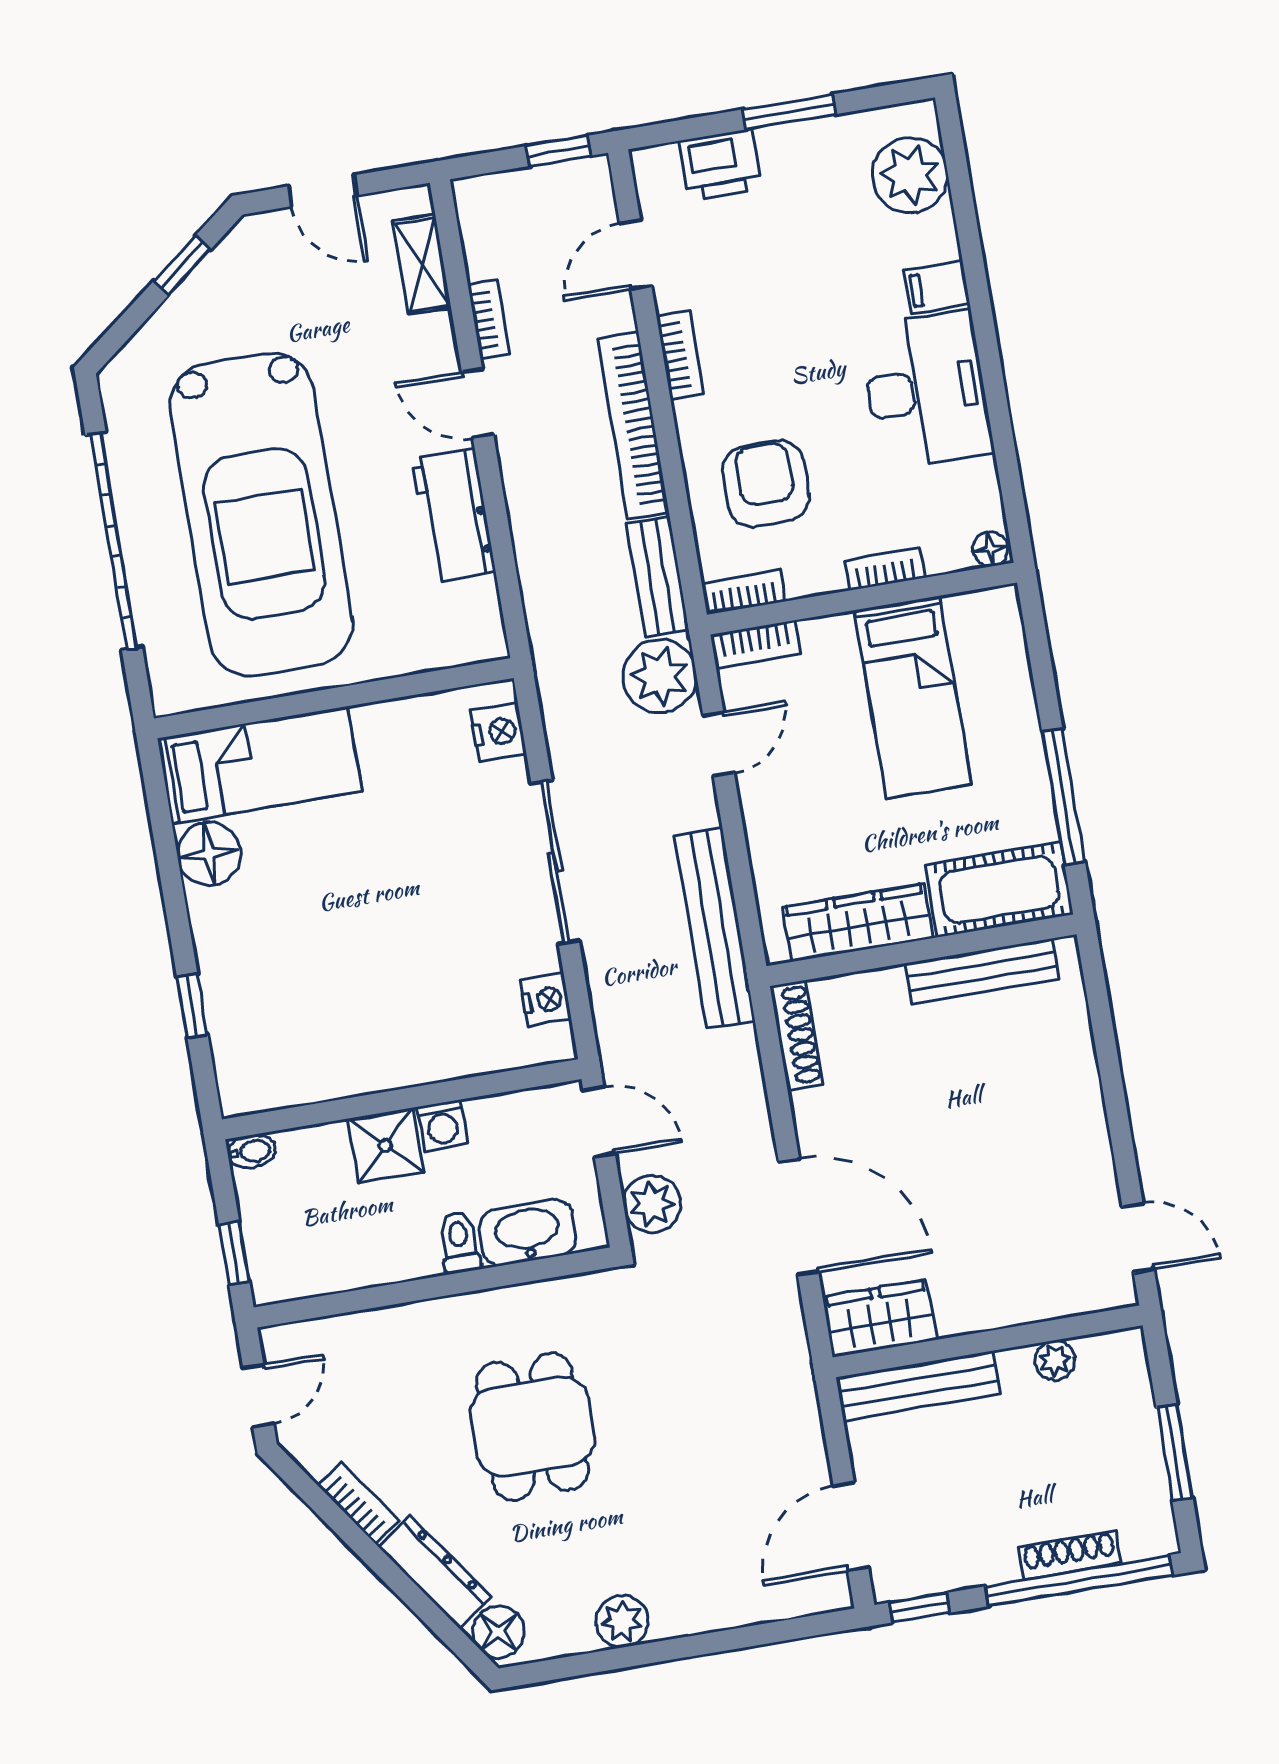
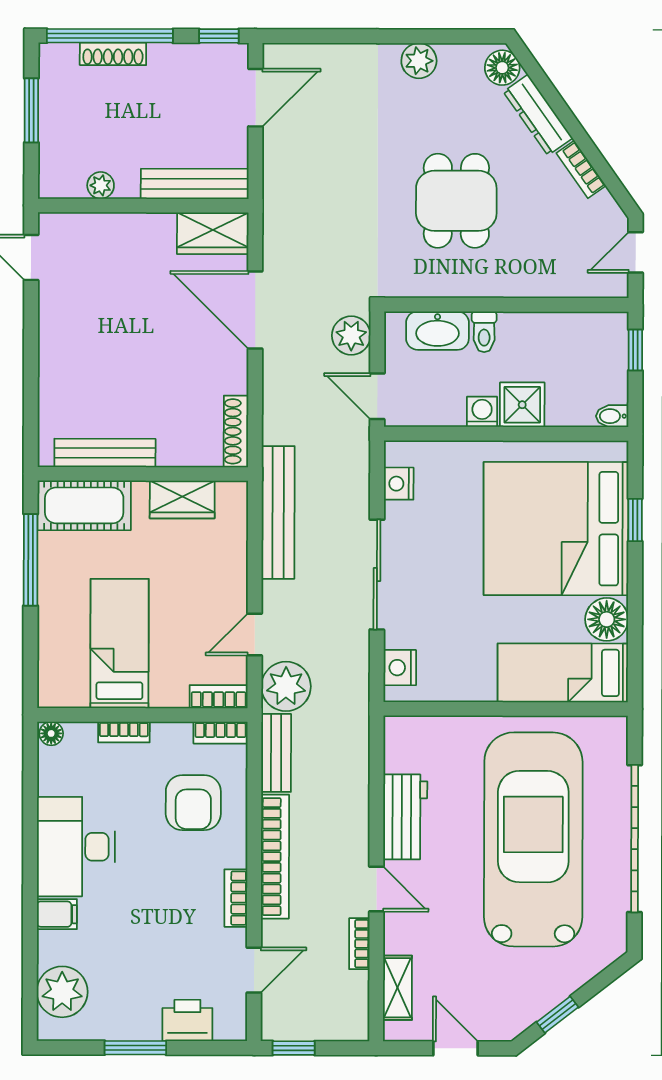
wardrobe: (858, 923) -> (182, 500), width x0.67
bed: (306, 973) -> (556, 529), added

